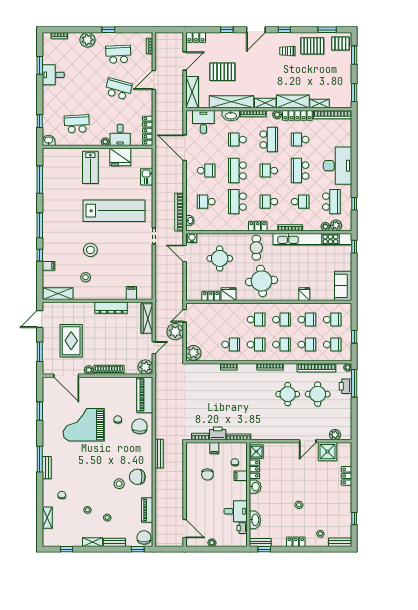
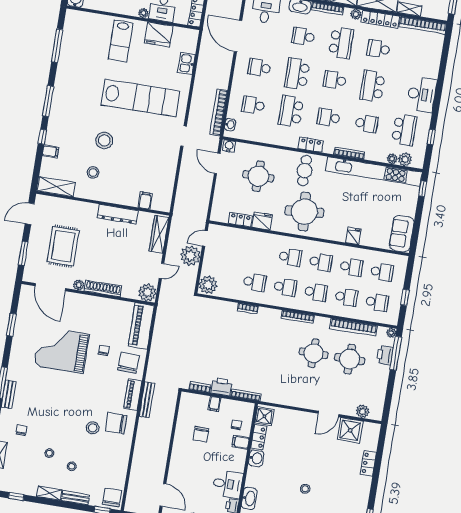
desk: (338, 166) -> (422, 94), width x0.73, depth x0.77
school desk: (206, 171) -> (259, 68), turned 180
piano: (147, 510) -> (133, 395), moved

